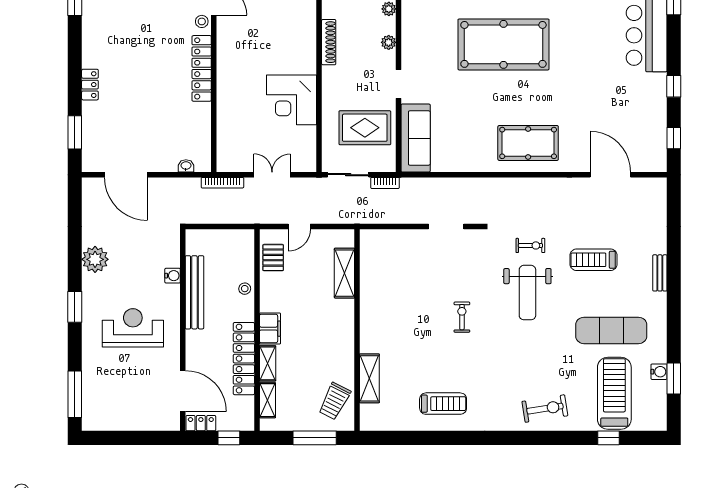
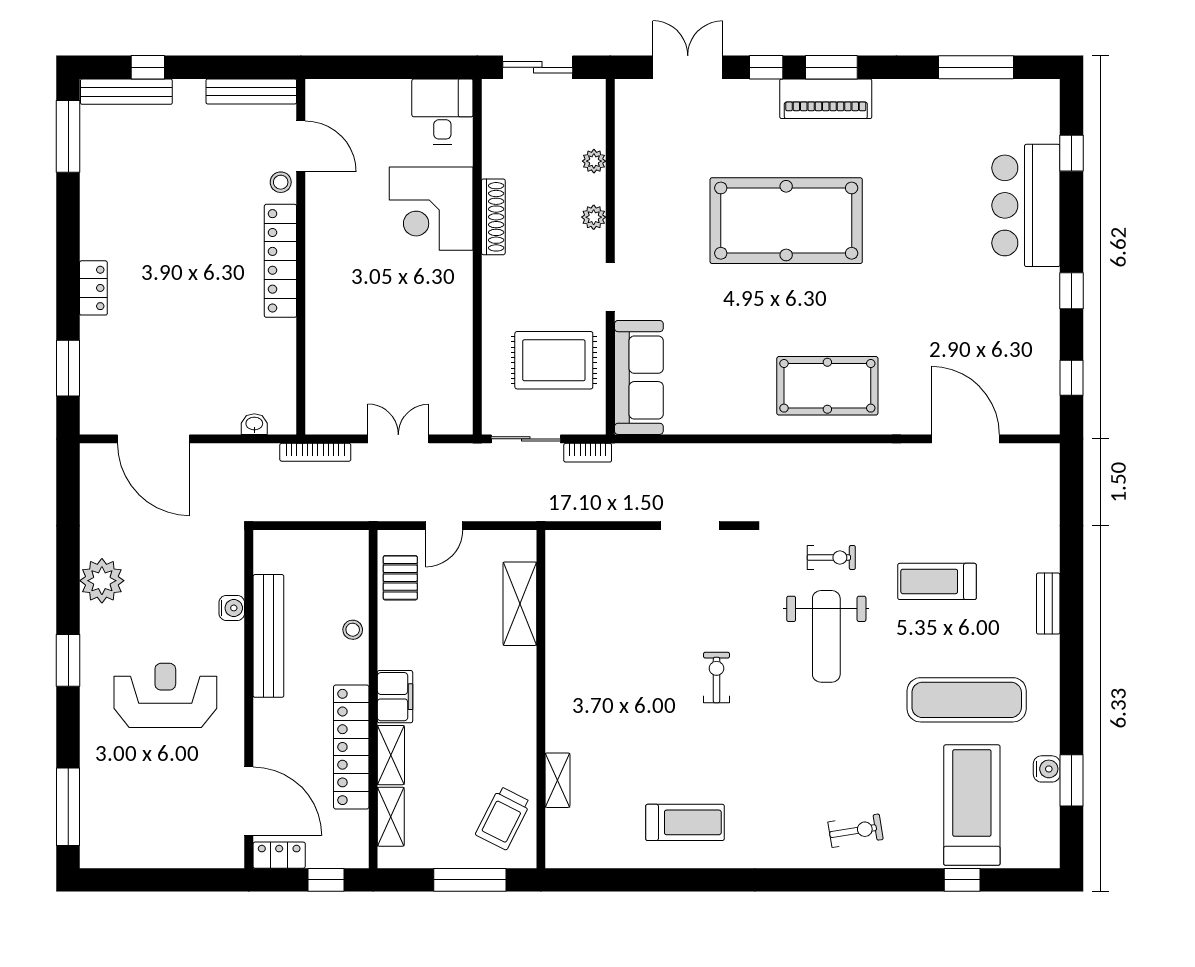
corner desk: (292, 100) -> (431, 209), moved
shelving: (369, 378) -> (558, 780), width x0.67, depth x0.75
exercise bike: (545, 409) -> (856, 831), width x0.73, depth x0.72

